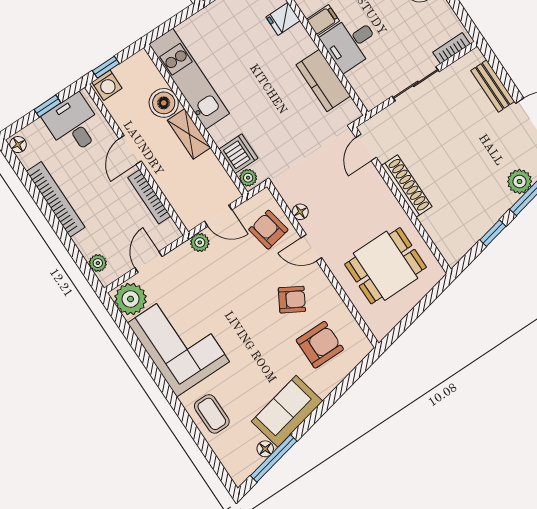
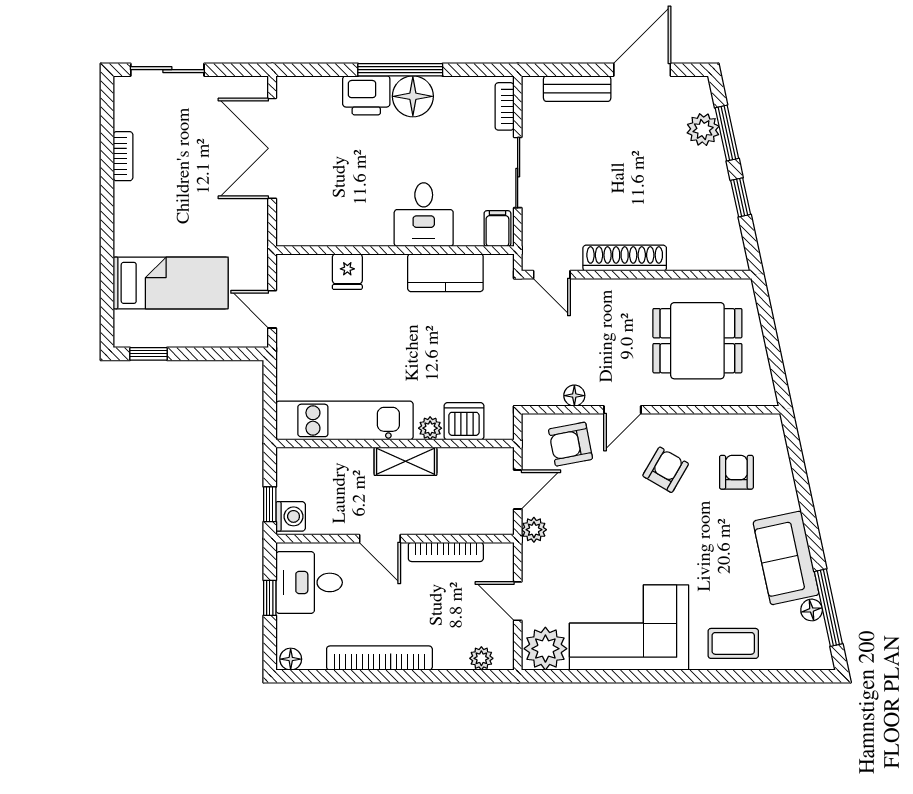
filing cabinet: (323, 20) -> (497, 229), moved
boiler: (164, 103) -> (352, 466), removed
plant: (248, 178) -> (430, 428), moved
dining table: (386, 266) -> (697, 341), turned 90
armchair: (320, 345) -> (736, 472), width x0.72, depth x0.72

